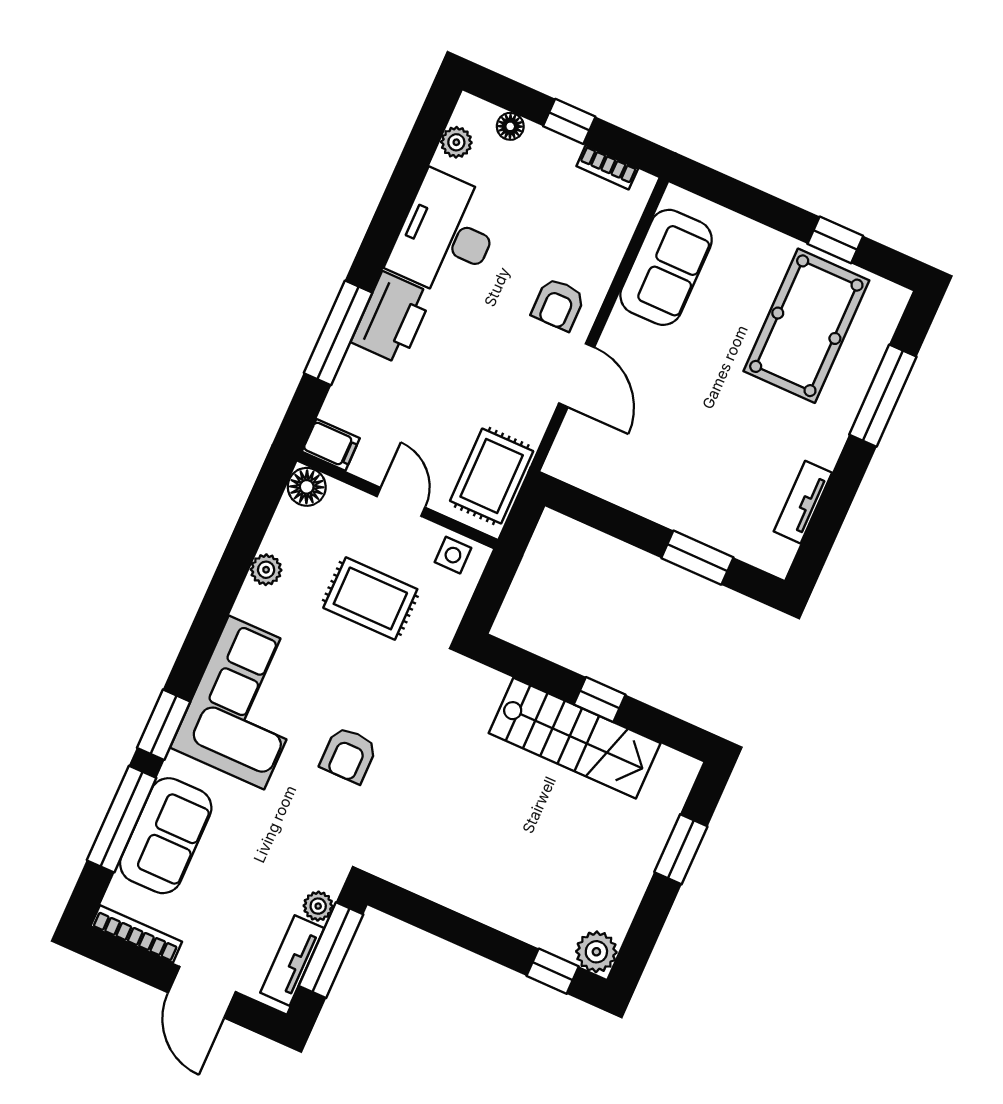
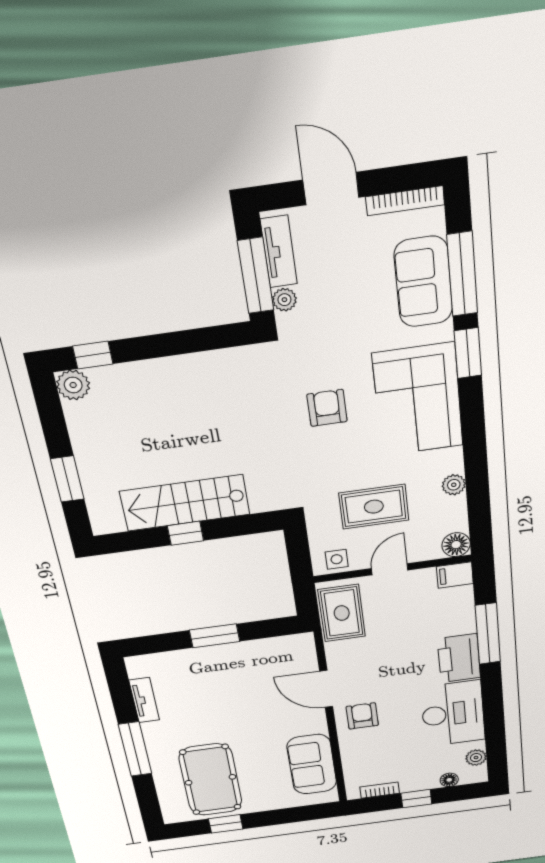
window: (883, 396) -> (135, 749), moved
door: (401, 502) -> (390, 569), swing flipped
window: (697, 558) -> (215, 636), moved

